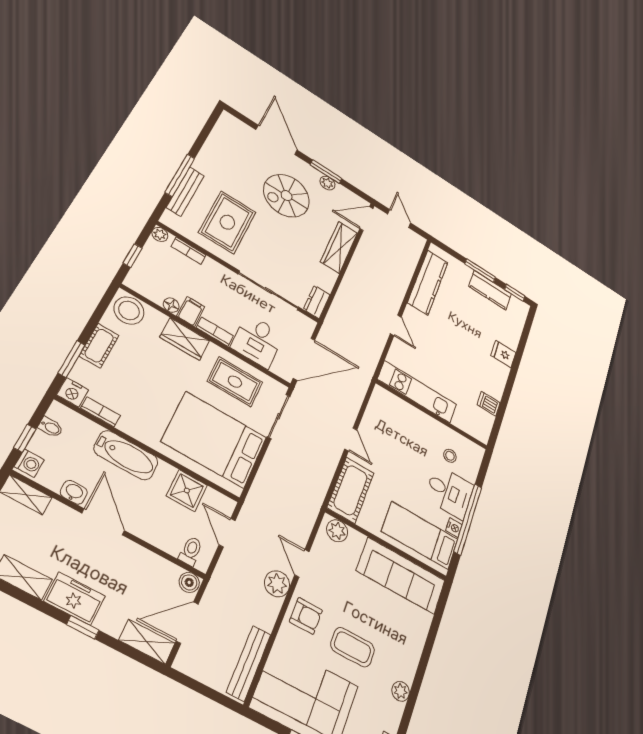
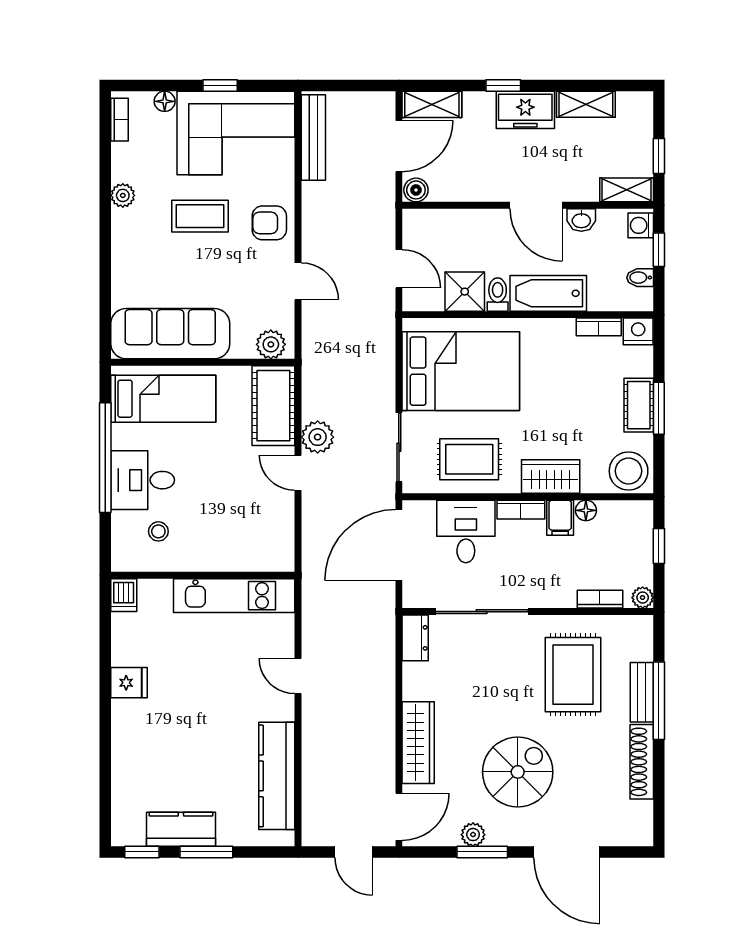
shoe rack: (208, 153) -> (642, 762), added
bench: (185, 192) -> (642, 692), width x0.73
fridge: (503, 354) -> (129, 683), moved
window: (72, 359) -> (659, 408), moved
dishwasher: (489, 404) -> (124, 595), moved, turned 90
nightstand: (454, 528) -> (121, 435), removed
toilet: (191, 551) -> (498, 295), moved, turned 180
plant: (277, 584) -> (318, 437), moved

